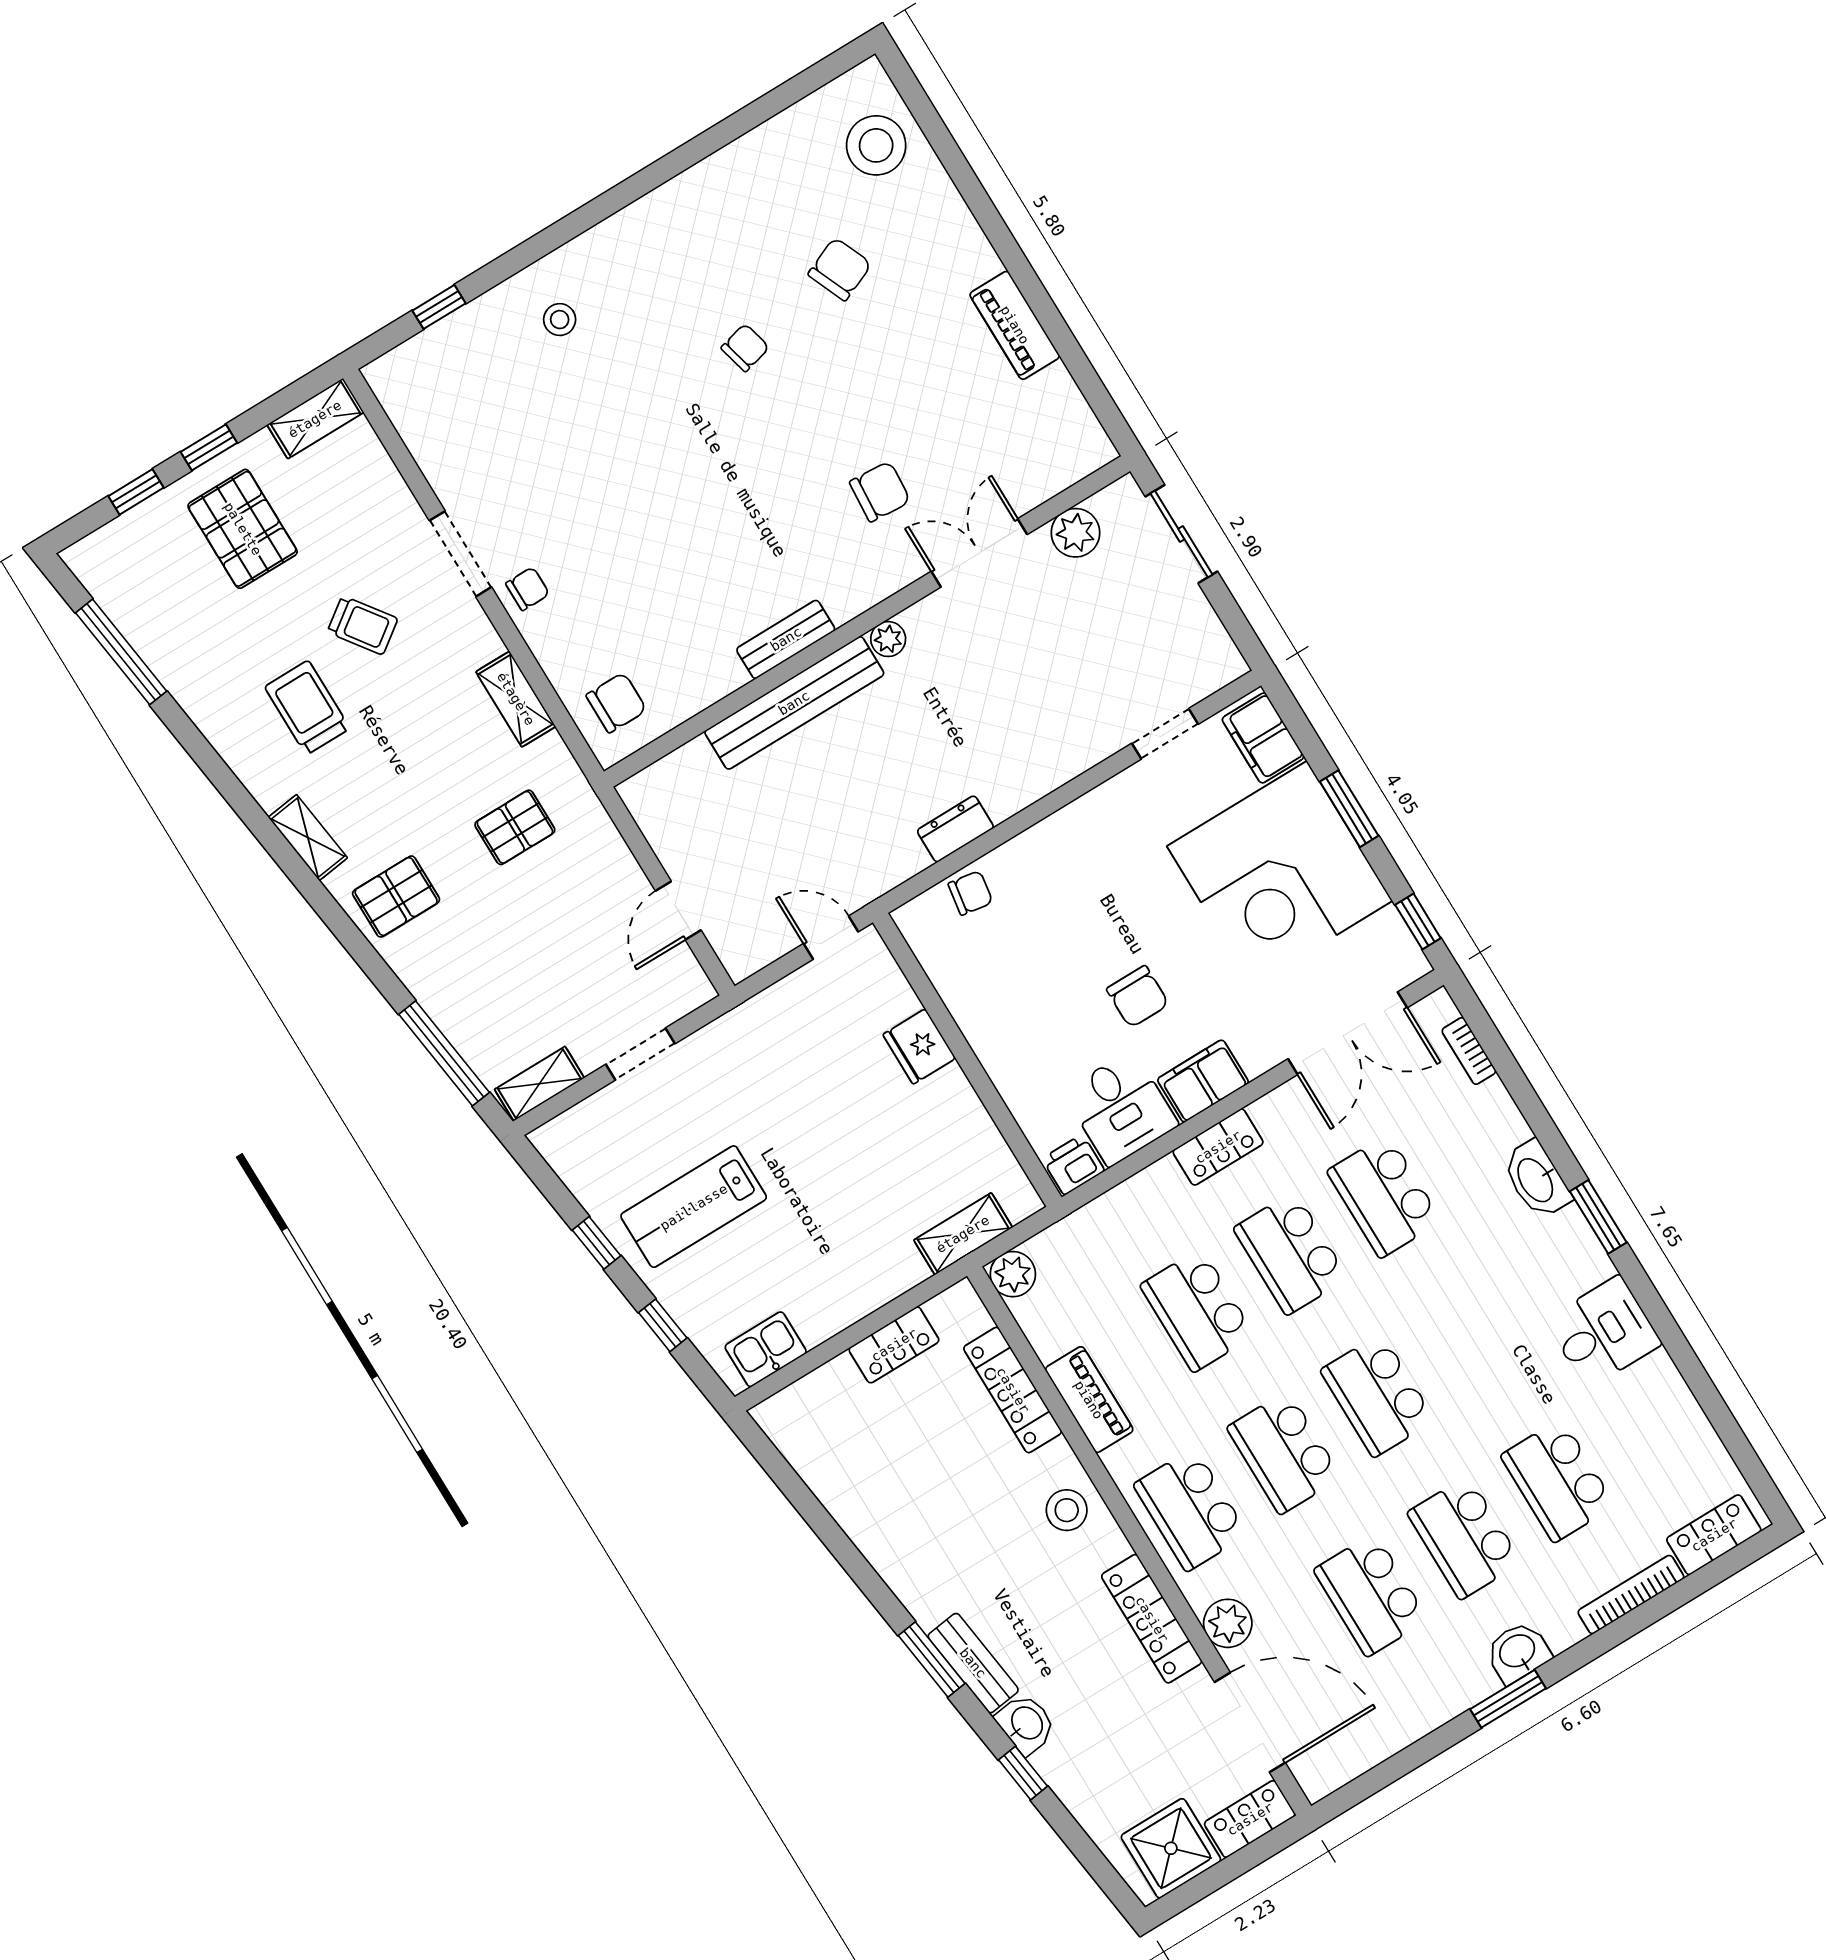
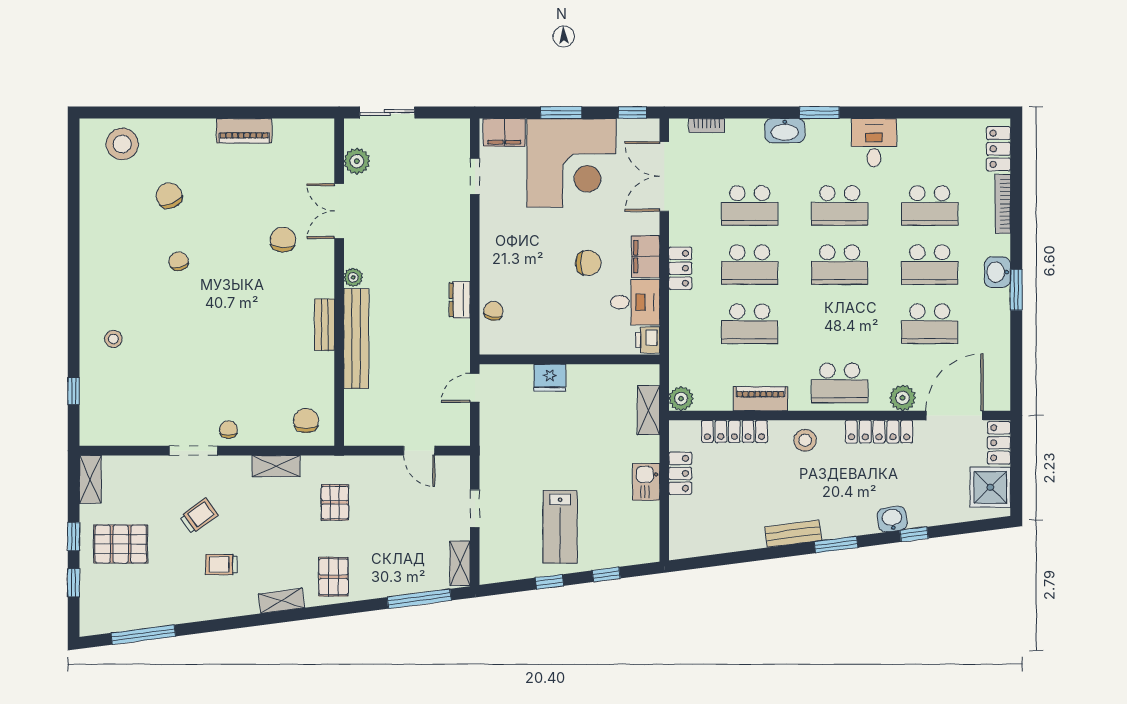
trolley: (307, 708) -> (221, 565), width x0.73, depth x0.72
double door: (1348, 1033) -> (664, 176), swing flipped
kitchen sink: (766, 1349) -> (646, 482), moved
school desk: (1284, 1452) -> (840, 205), moved
bench: (973, 1663) -> (793, 534), moved

